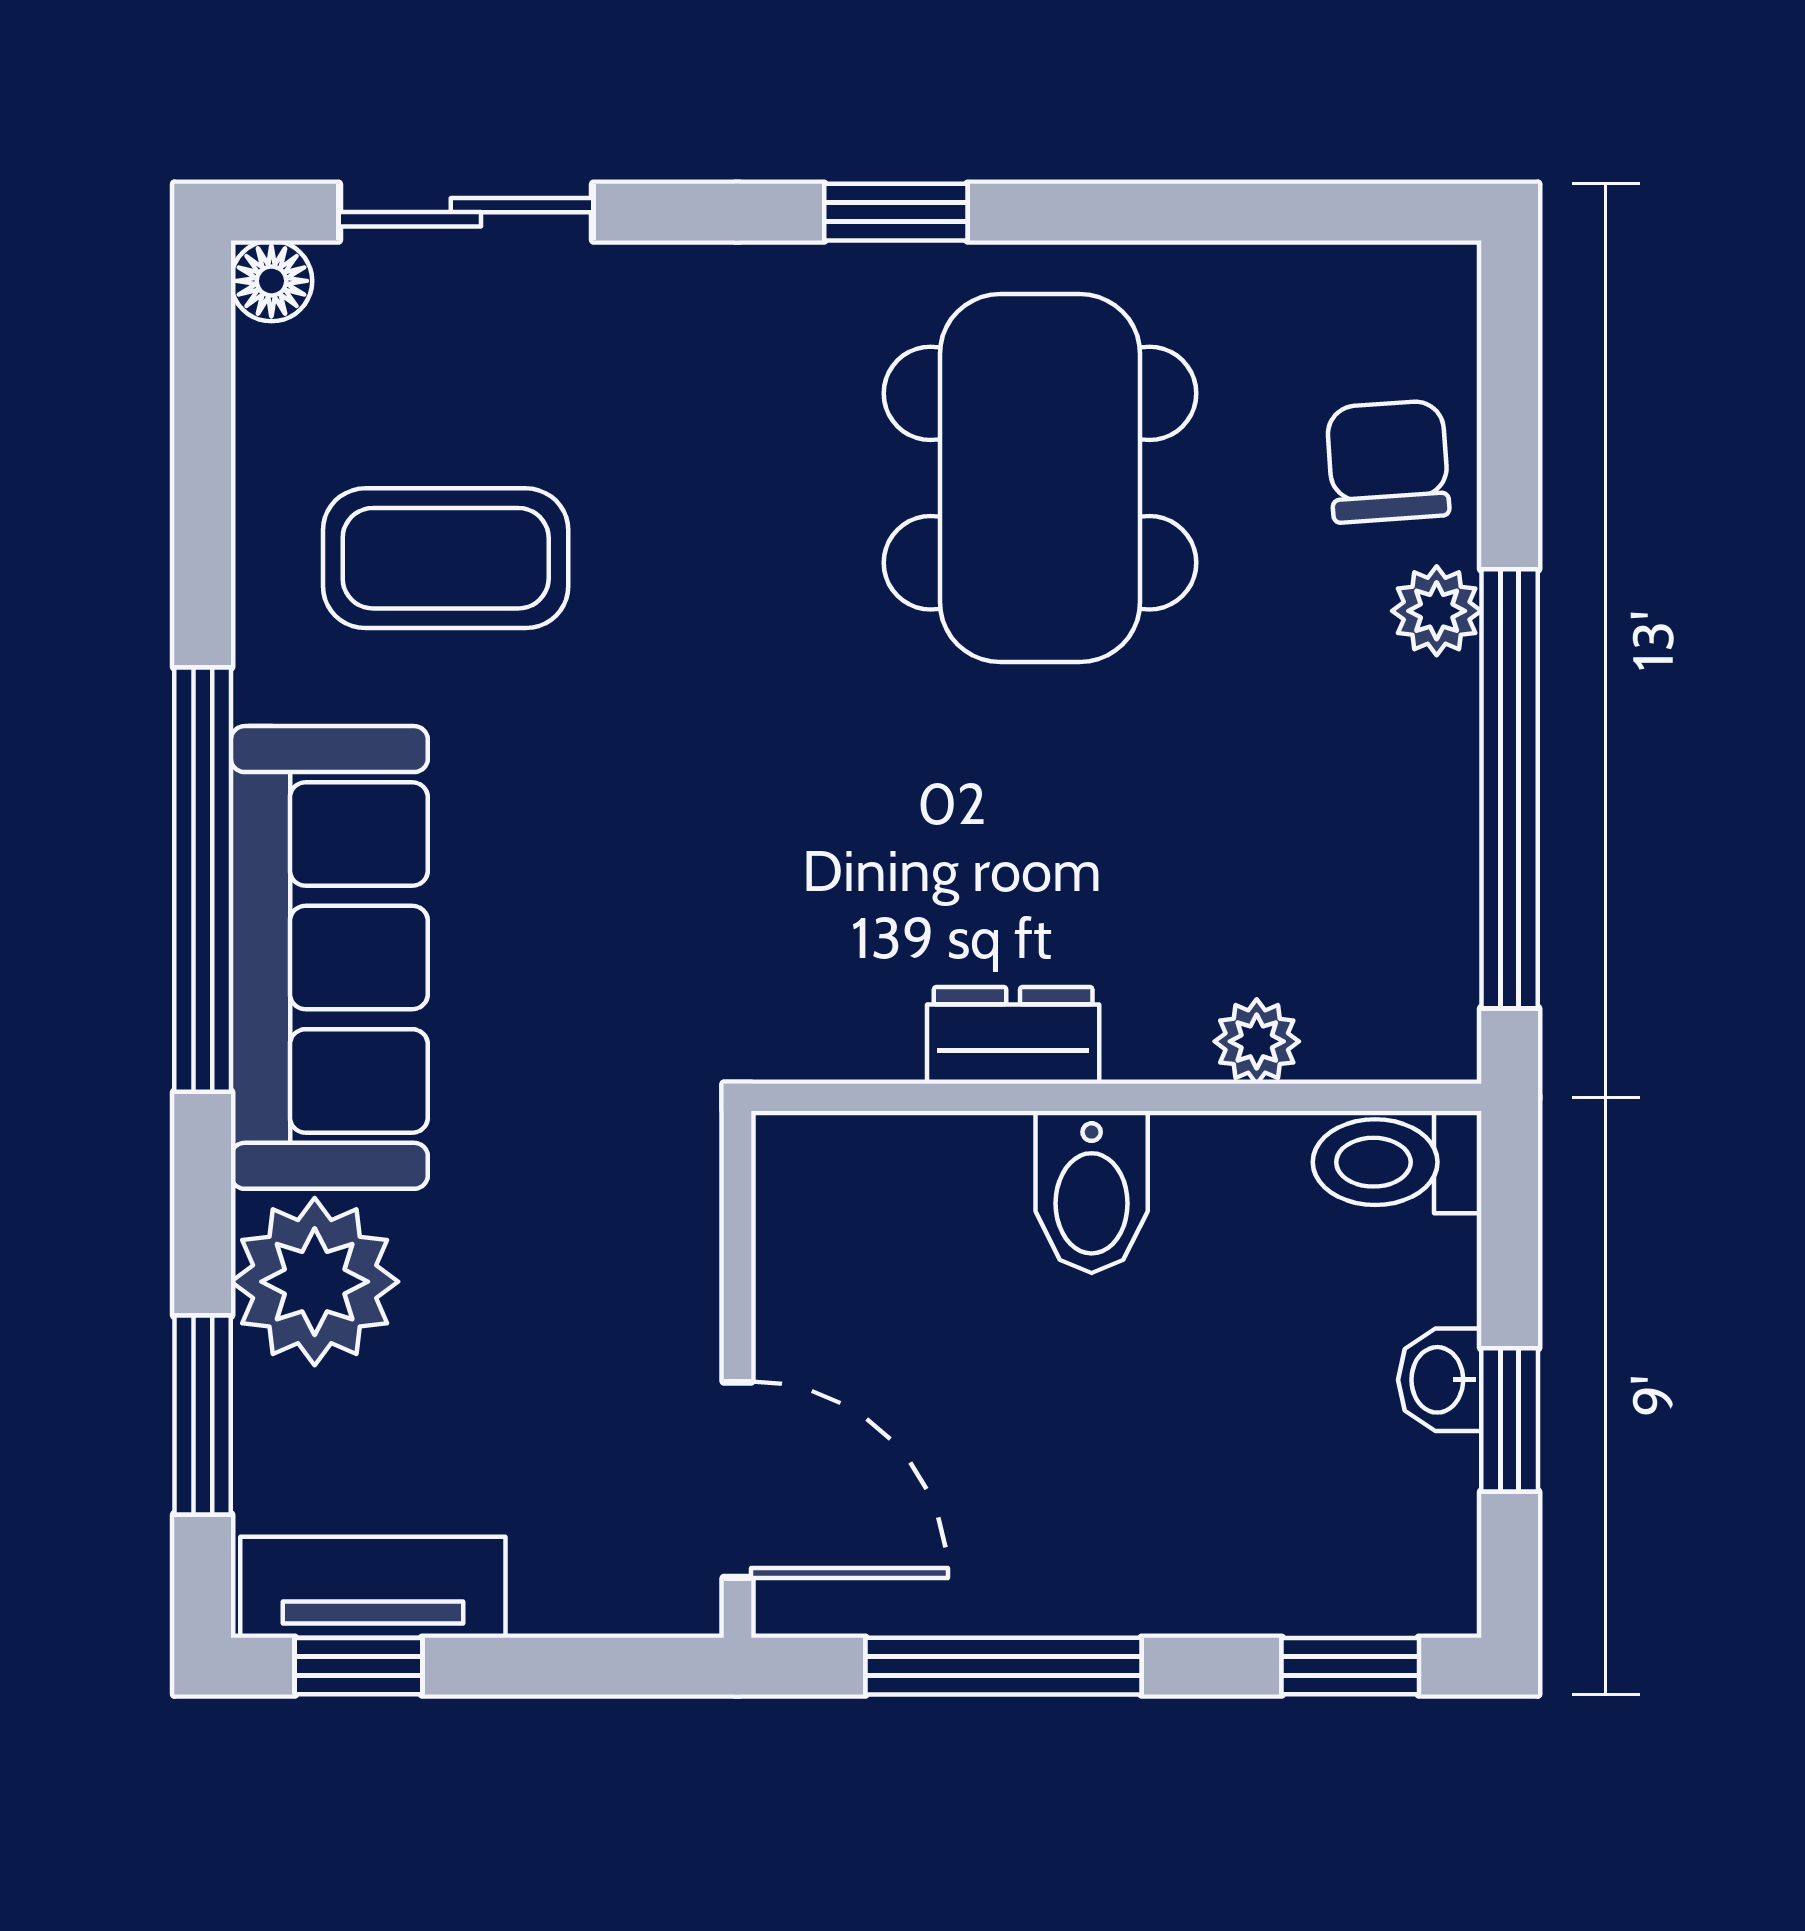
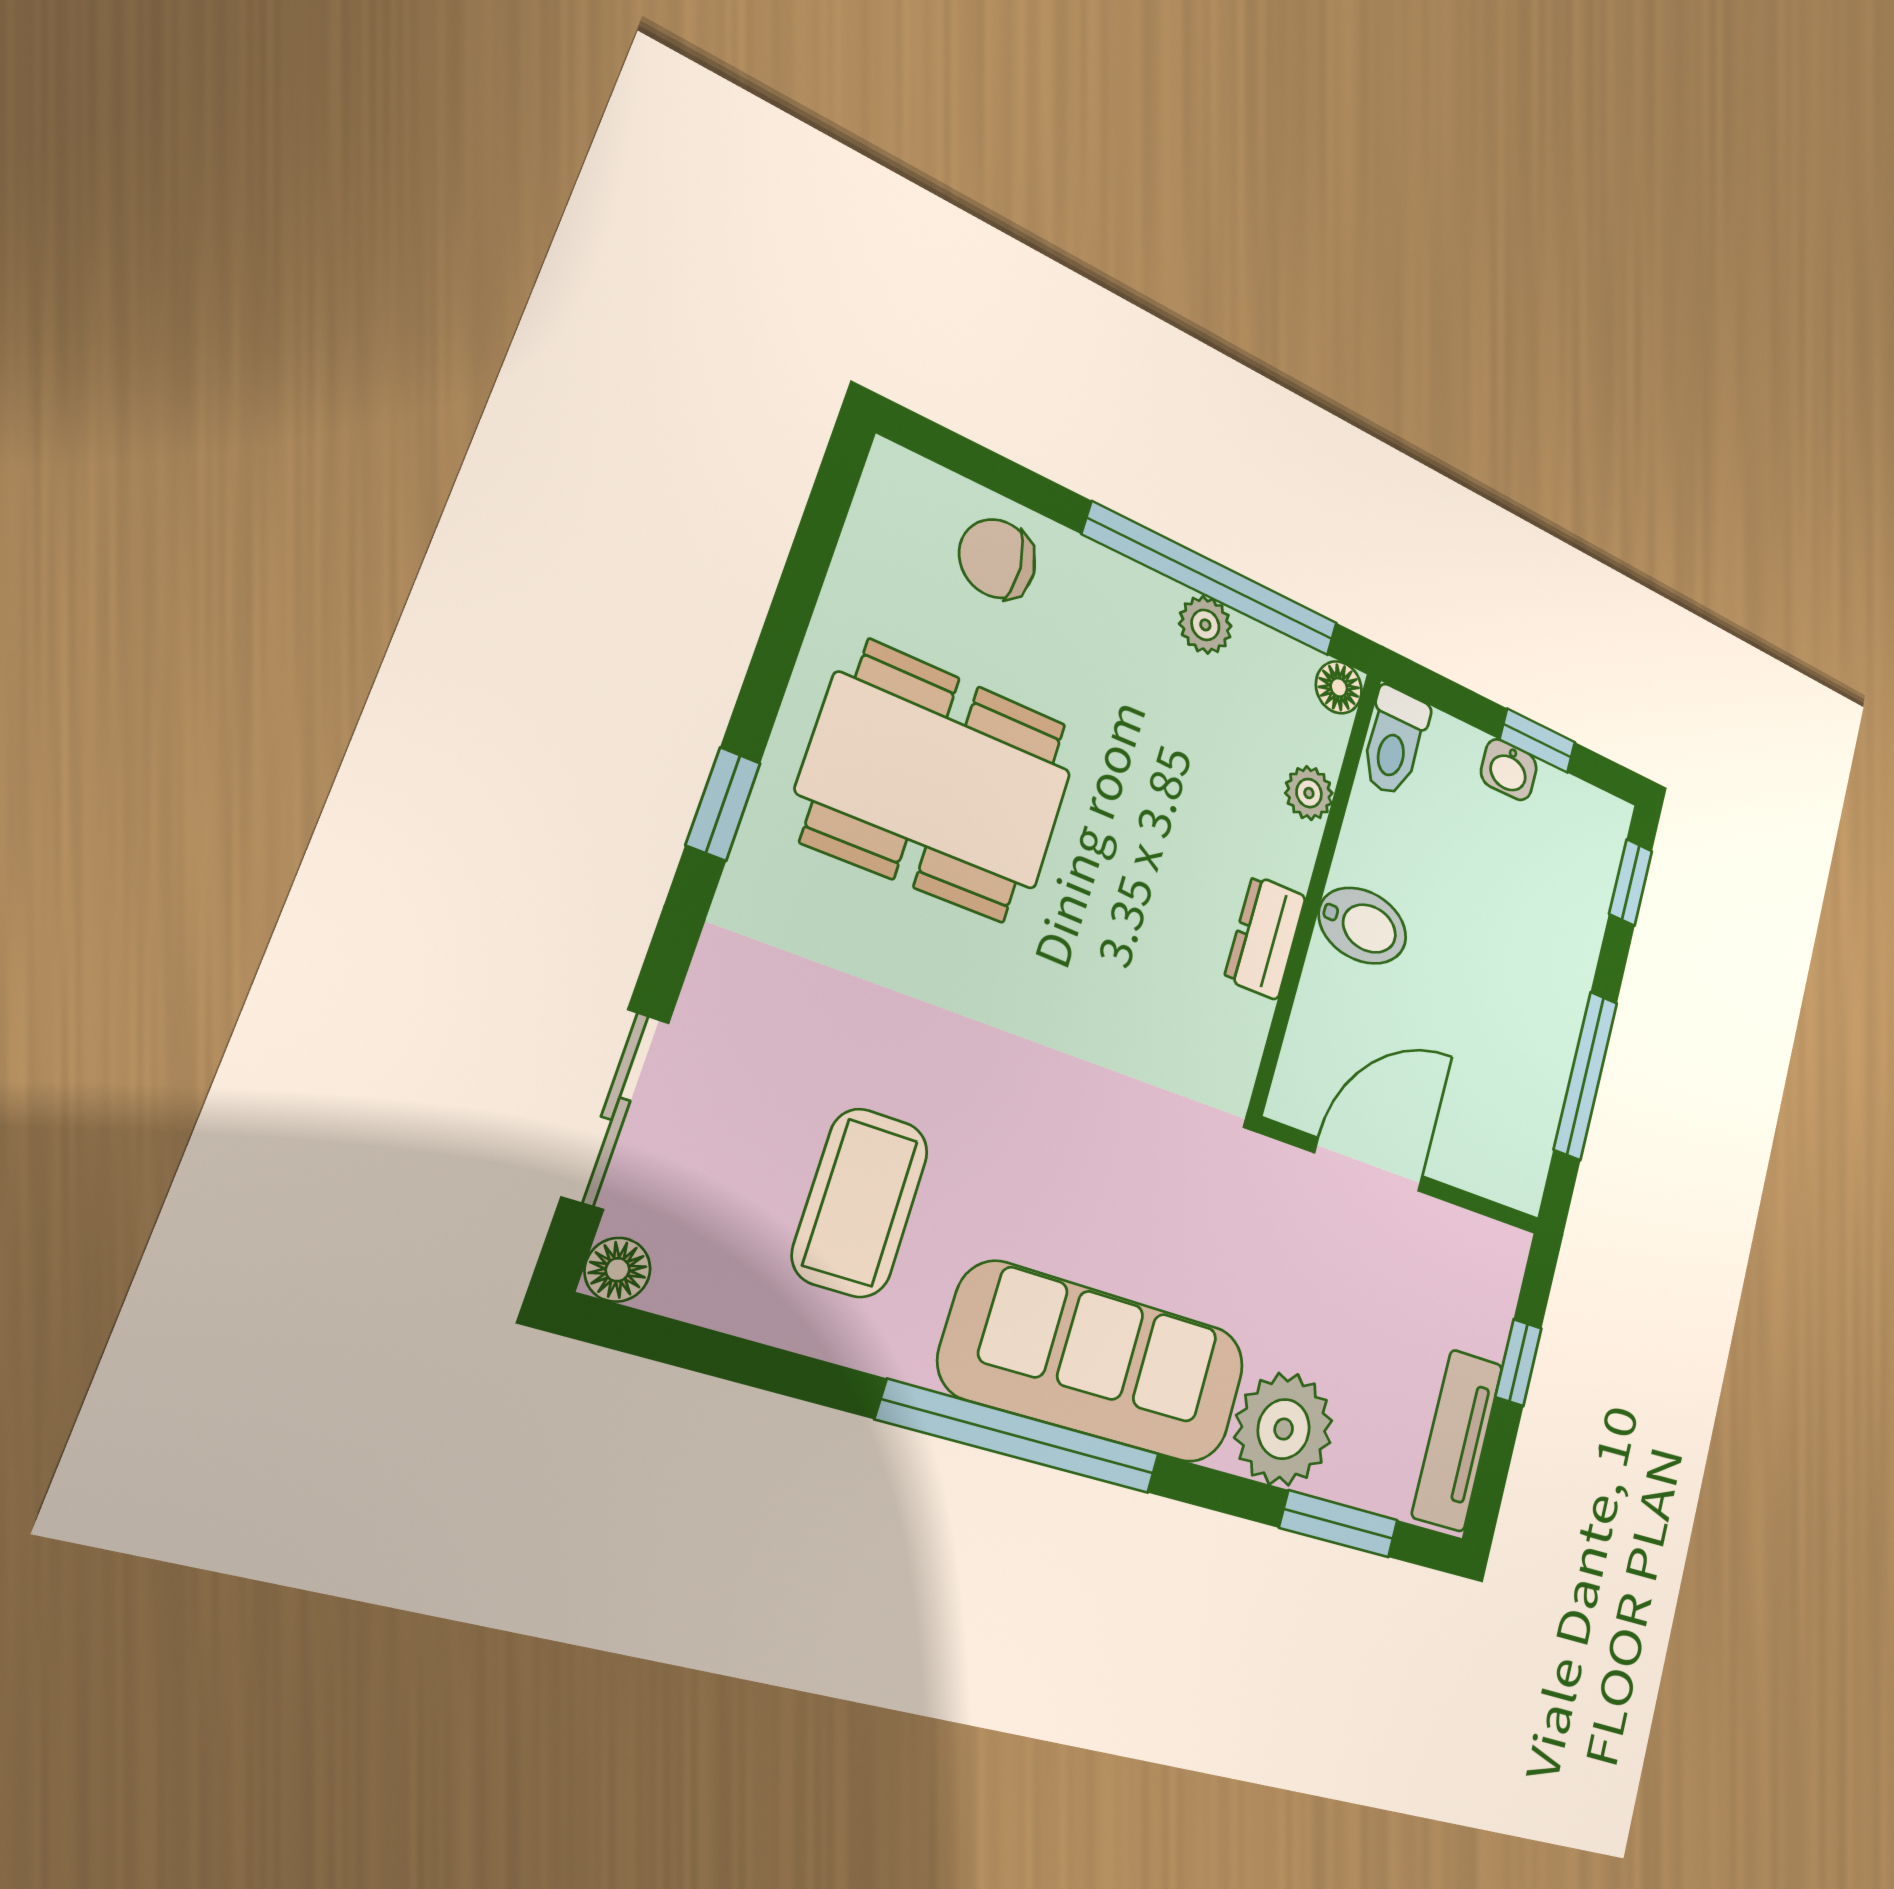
plant: (1437, 611) -> (1205, 625), moved
floor lamp: (1440, 1042) -> (1339, 687), added
door: (737, 1480) -> (1369, 1164), moved
window: (359, 1666) -> (1519, 1363), moved

